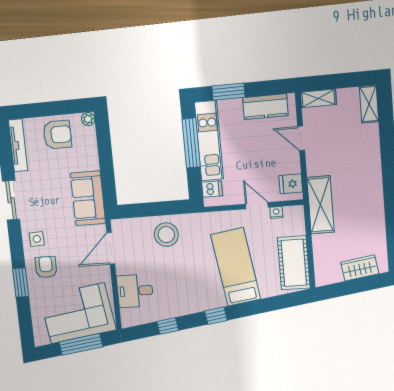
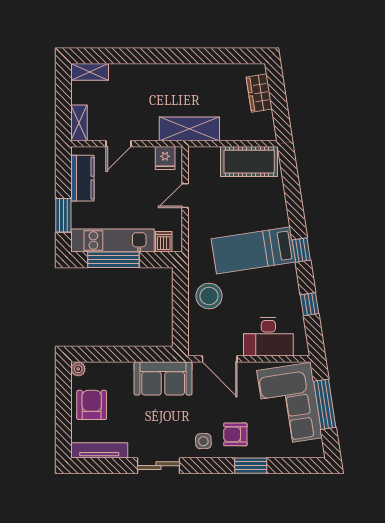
nightstand: (276, 212) -> (194, 176), removed
bed: (236, 267) -> (253, 250), moved
desk: (135, 291) -> (268, 337), width x1.37

